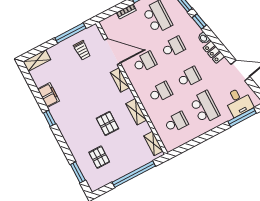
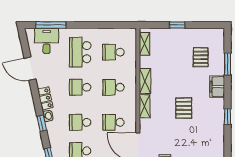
window: (199, 21) -> (42, 123), moved
shelving: (120, 80) -> (145, 106), moved
filing cabinet: (48, 95) -> (217, 87), moved
pallet: (107, 123) -> (184, 108), moved
window: (78, 172) -> (228, 64), moved
window: (134, 174) -> (177, 25), width x0.32

